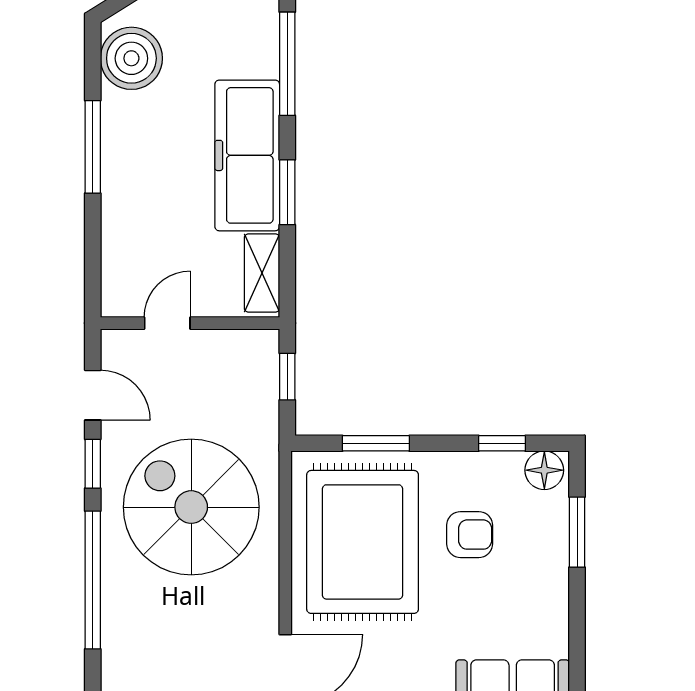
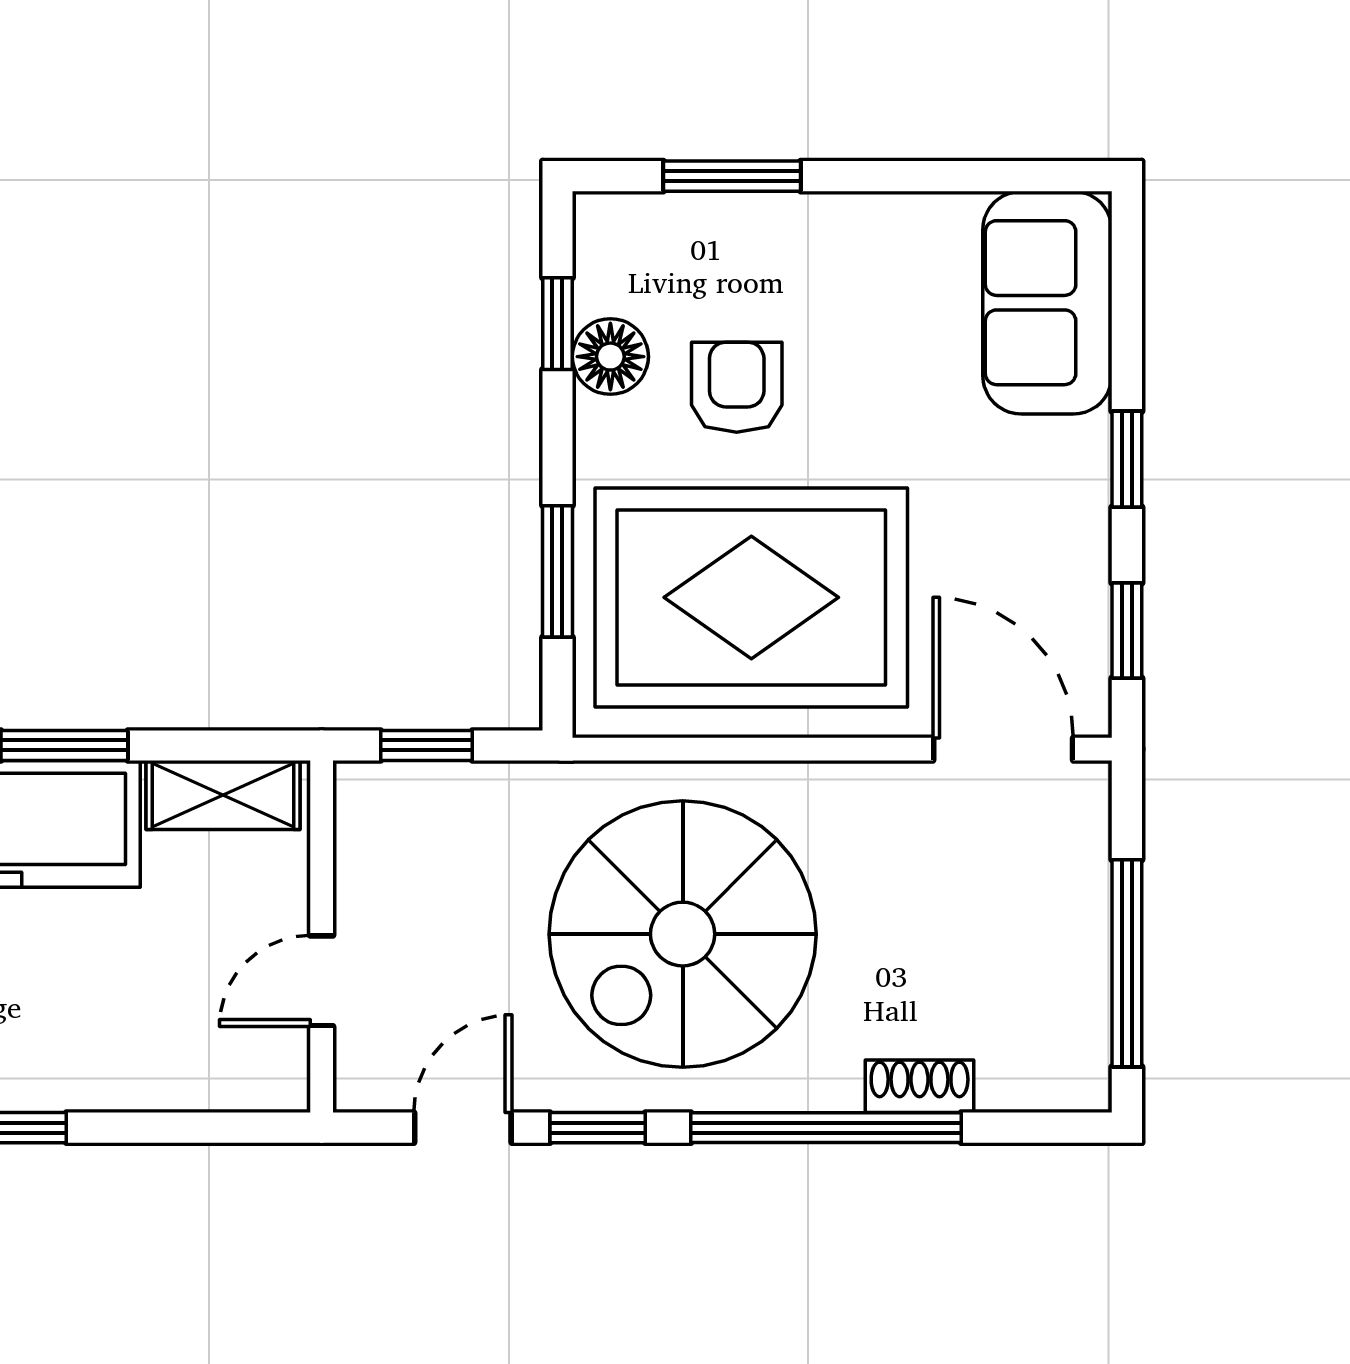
door: (167, 323) -> (322, 981), hinge flipped
floor lamp: (544, 470) -> (610, 357), moved
shoe rack: (114, 628) -> (920, 1086), added

